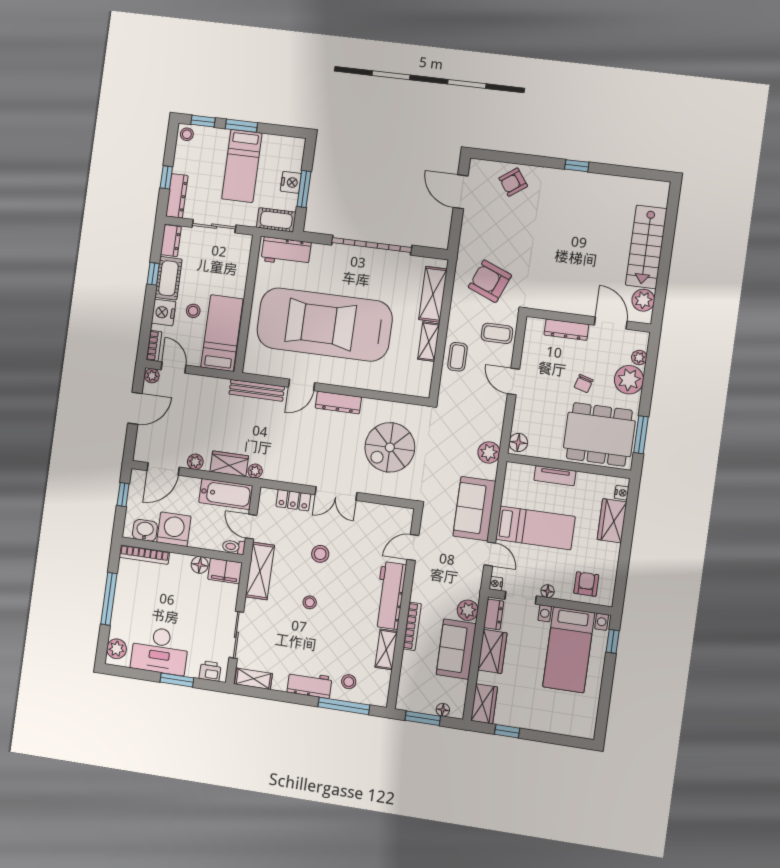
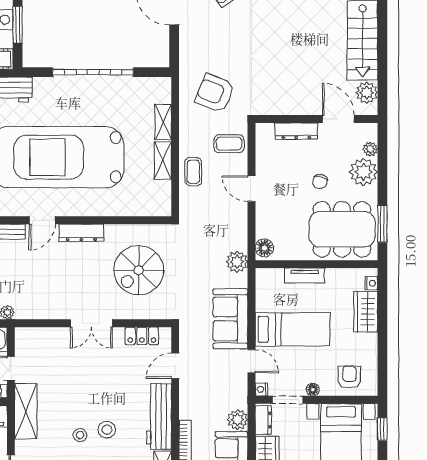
shelving: (433, 294) -> (163, 122), width x0.67, depth x0.75
locker: (293, 500) -> (142, 336), moved
stool: (320, 554) -> (107, 430), moved

